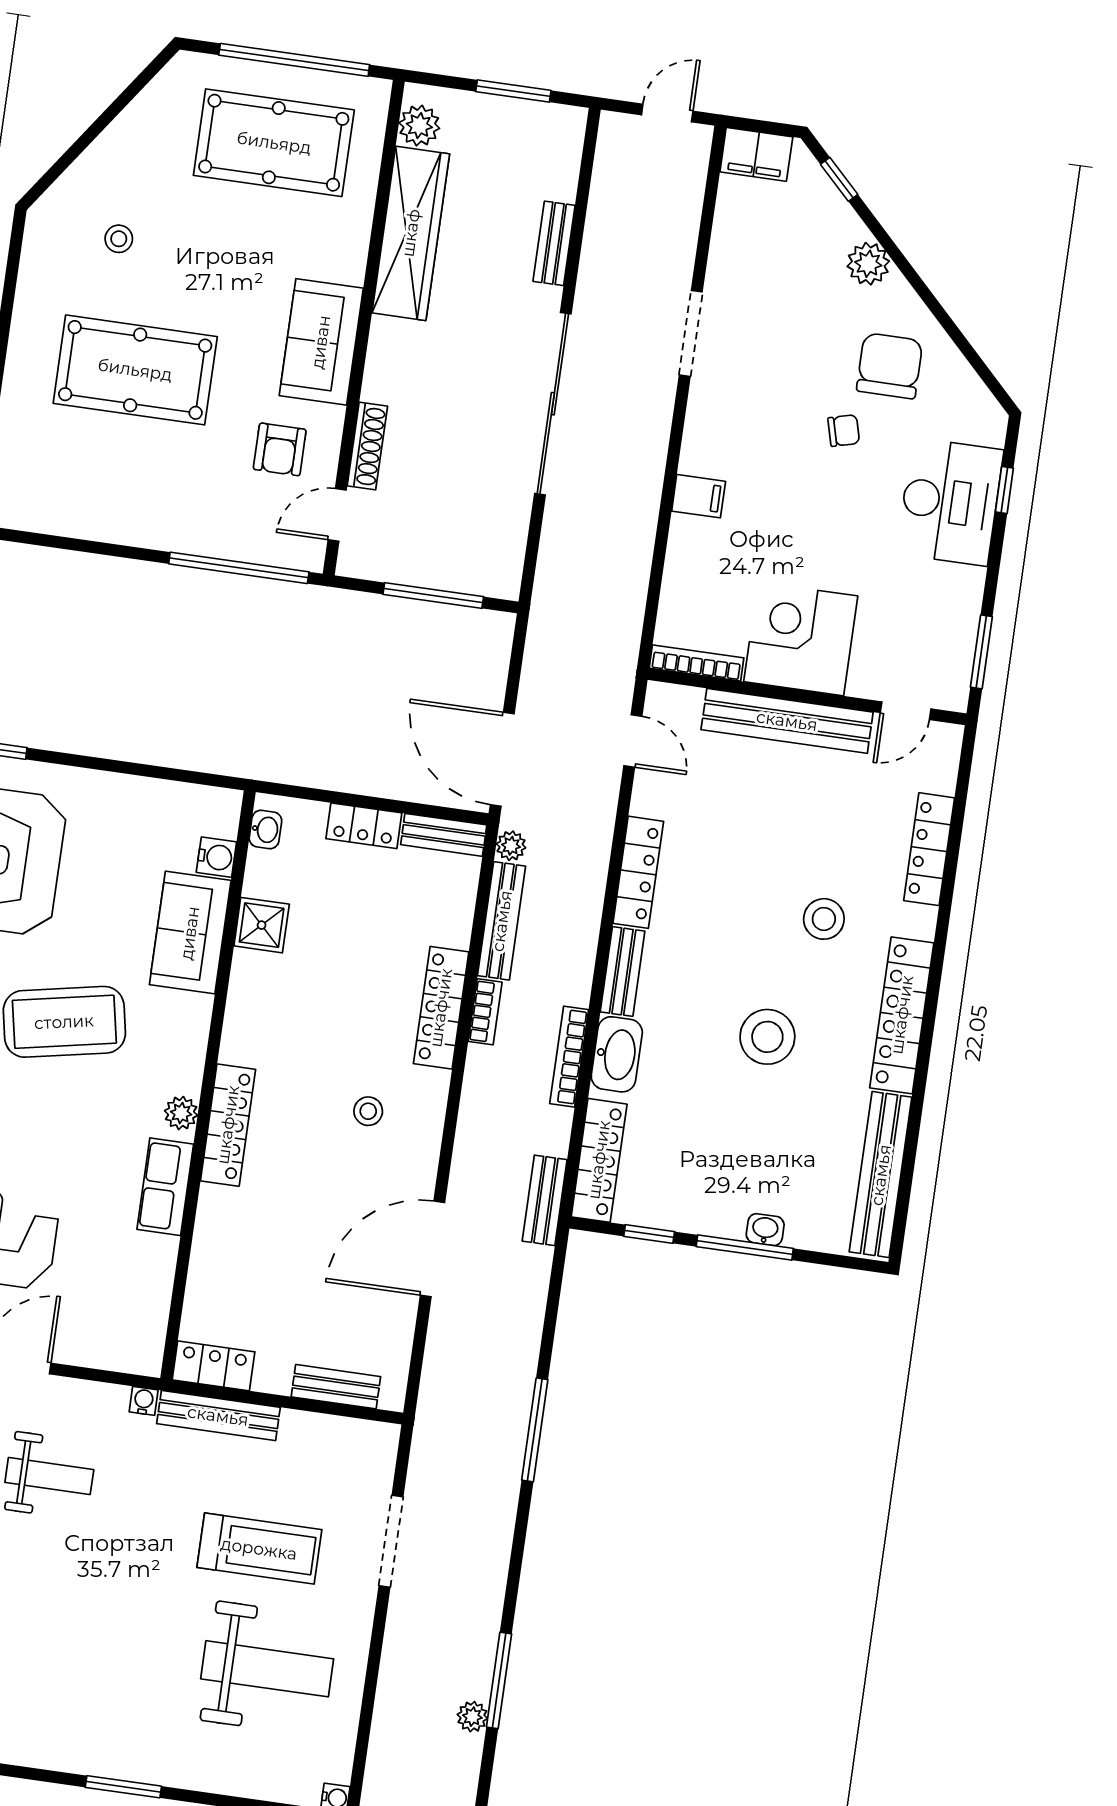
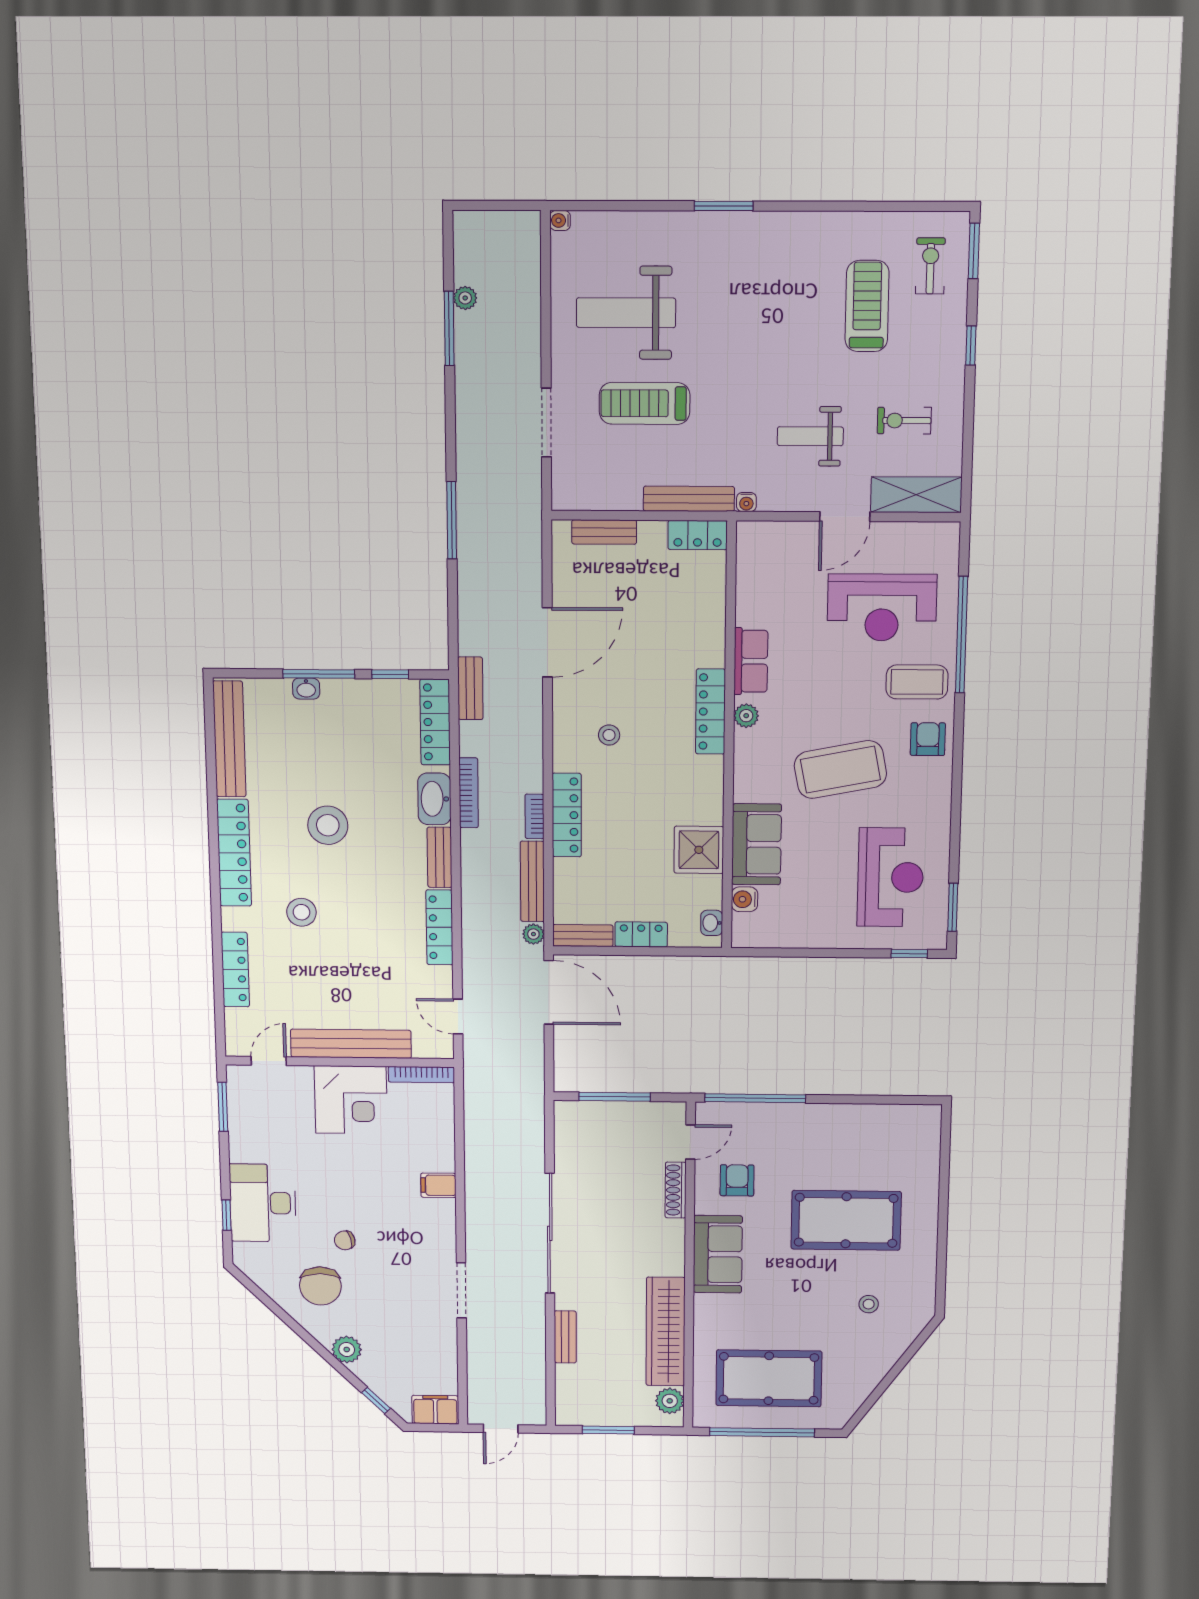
shower: (262, 925) -> (699, 850), width x1.36, depth x1.36

